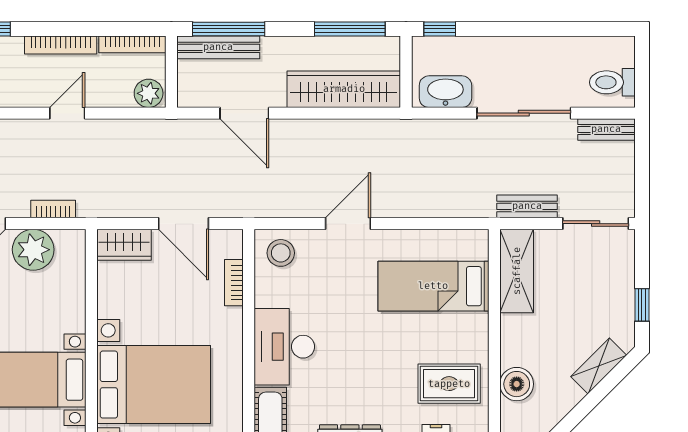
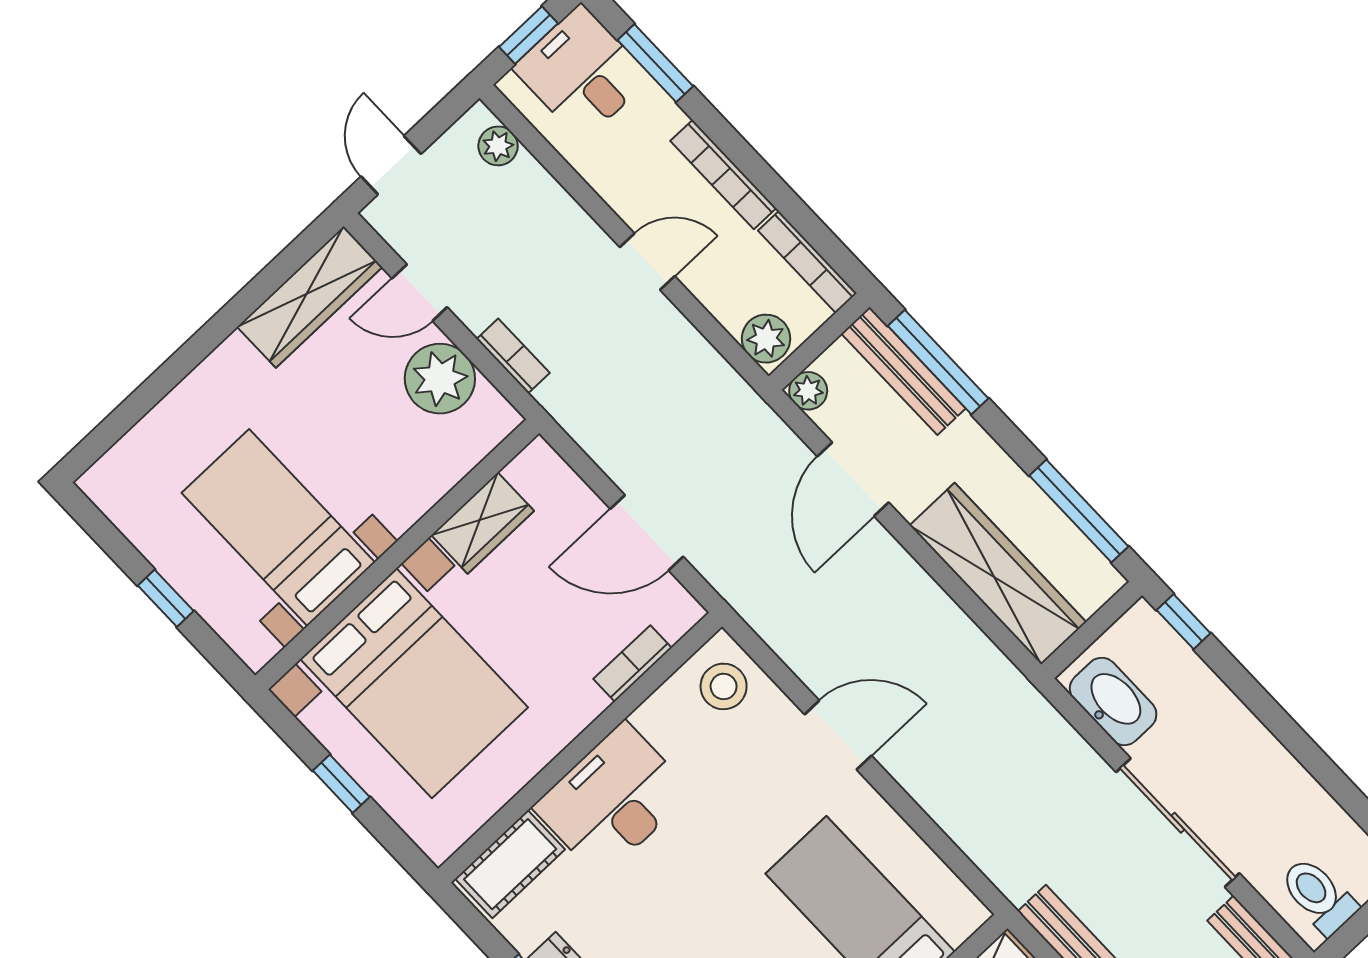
plant: (188, 96) -> (808, 391), added
door: (184, 224) -> (647, 533), hinge flipped
wardrobe: (124, 245) -> (483, 523), moved, turned -90

